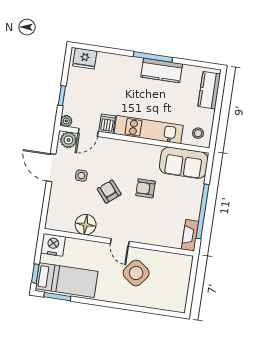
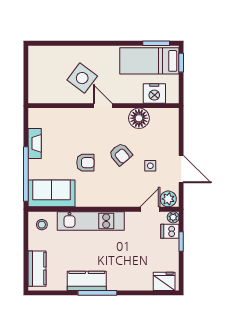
dishwasher: (107, 124) -> (170, 231), moved, turned 90
window: (203, 211) -> (26, 174), moved
fireplace: (190, 235) -> (35, 143), moved
nightstand: (53, 245) -> (154, 94), moved

